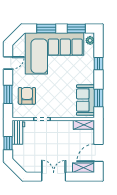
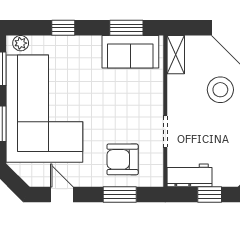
stool: (65, 149) -> (220, 90), added

